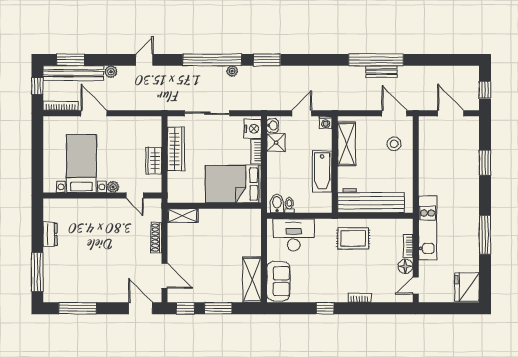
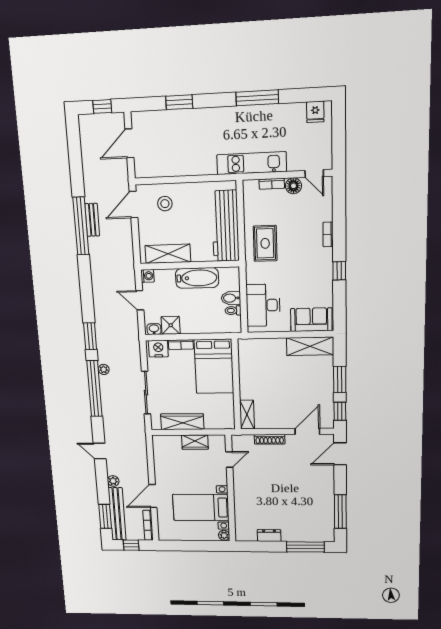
plant: (113, 187) -> (224, 535), moved
bidet: (277, 204) -> (231, 298), moved
fridge: (467, 287) -> (315, 112), width x0.53, depth x0.75

